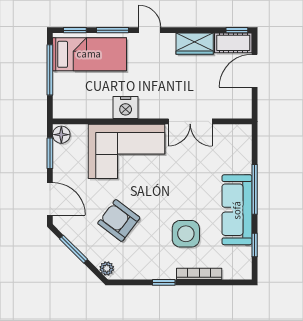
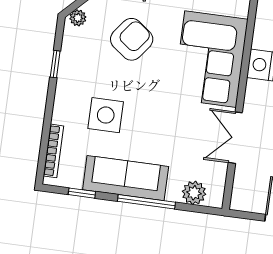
plant: (242, 150) -> (194, 193), added
bookcase: (199, 274) -> (53, 151), moved
window: (164, 282) -> (55, 64), moved

